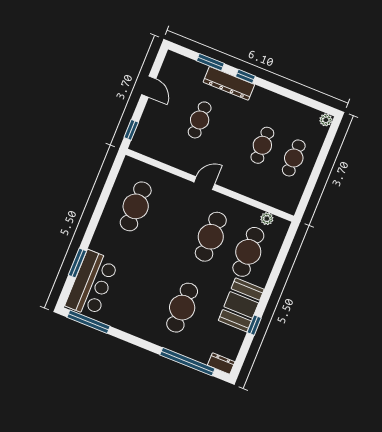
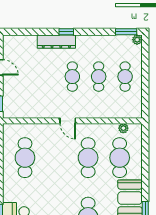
window: (210, 62) -> (126, 32), moved
cafe table: (200, 120) -> (72, 77), moved
door: (204, 183) -> (68, 121), swing flipped

